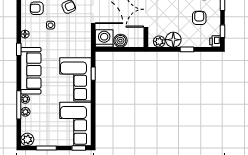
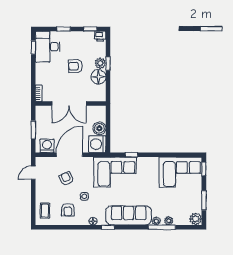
armchair: (199, 18) -> (75, 66), moved
plant: (159, 42) -> (100, 63), moved
corner sofa: (75, 79) -> (115, 172), moved

